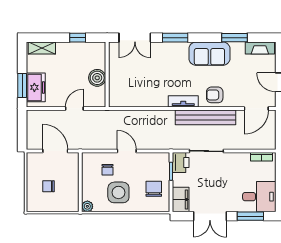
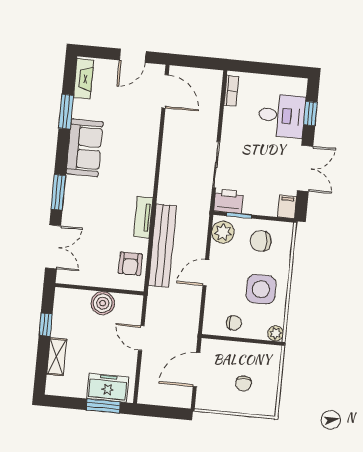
shelving: (42, 48) -> (57, 357), moved
armchair: (215, 95) -> (130, 264), moved
tv unit: (183, 101) -> (143, 217), moved
bench: (205, 117) -> (162, 246), moved
plant: (158, 161) -> (223, 232), added
chair: (107, 170) -> (234, 323), moved
desk: (259, 197) -> (282, 116), moved, turned 90
filing cabinet: (181, 200) -> (287, 207), width x0.50
window: (250, 216) -> (310, 113), width x0.67

